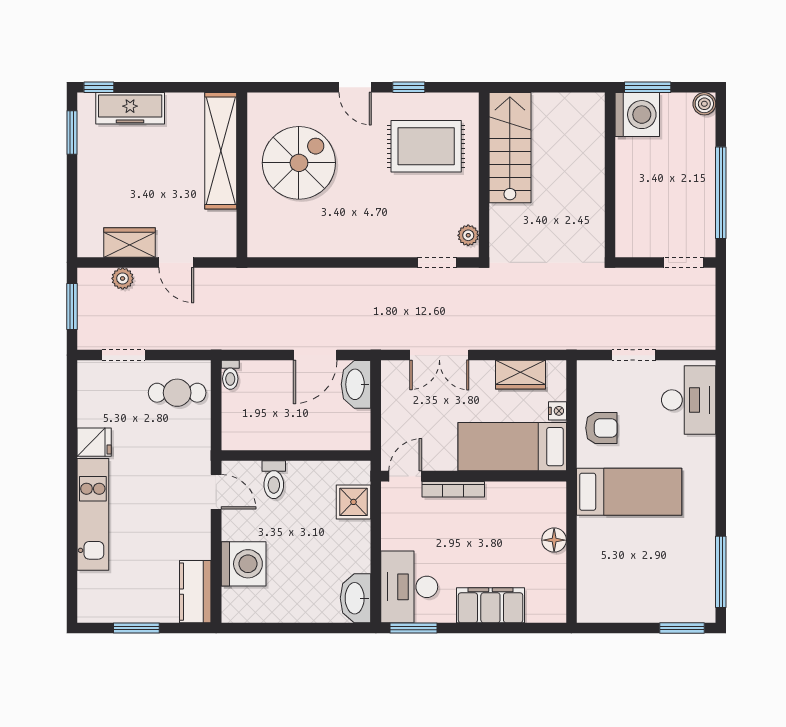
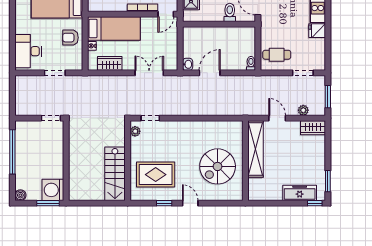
shelving: (221, 151) -> (255, 149), moved
wardrobe: (130, 242) -> (313, 128), moved
doorway: (684, 262) -> (51, 118), moved
washbasin: (356, 384) -> (188, 64), width x0.52, depth x0.69

